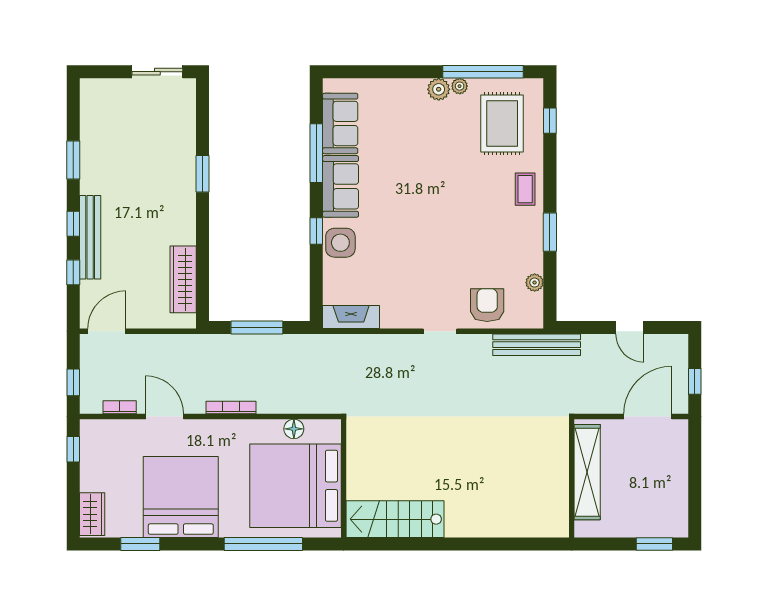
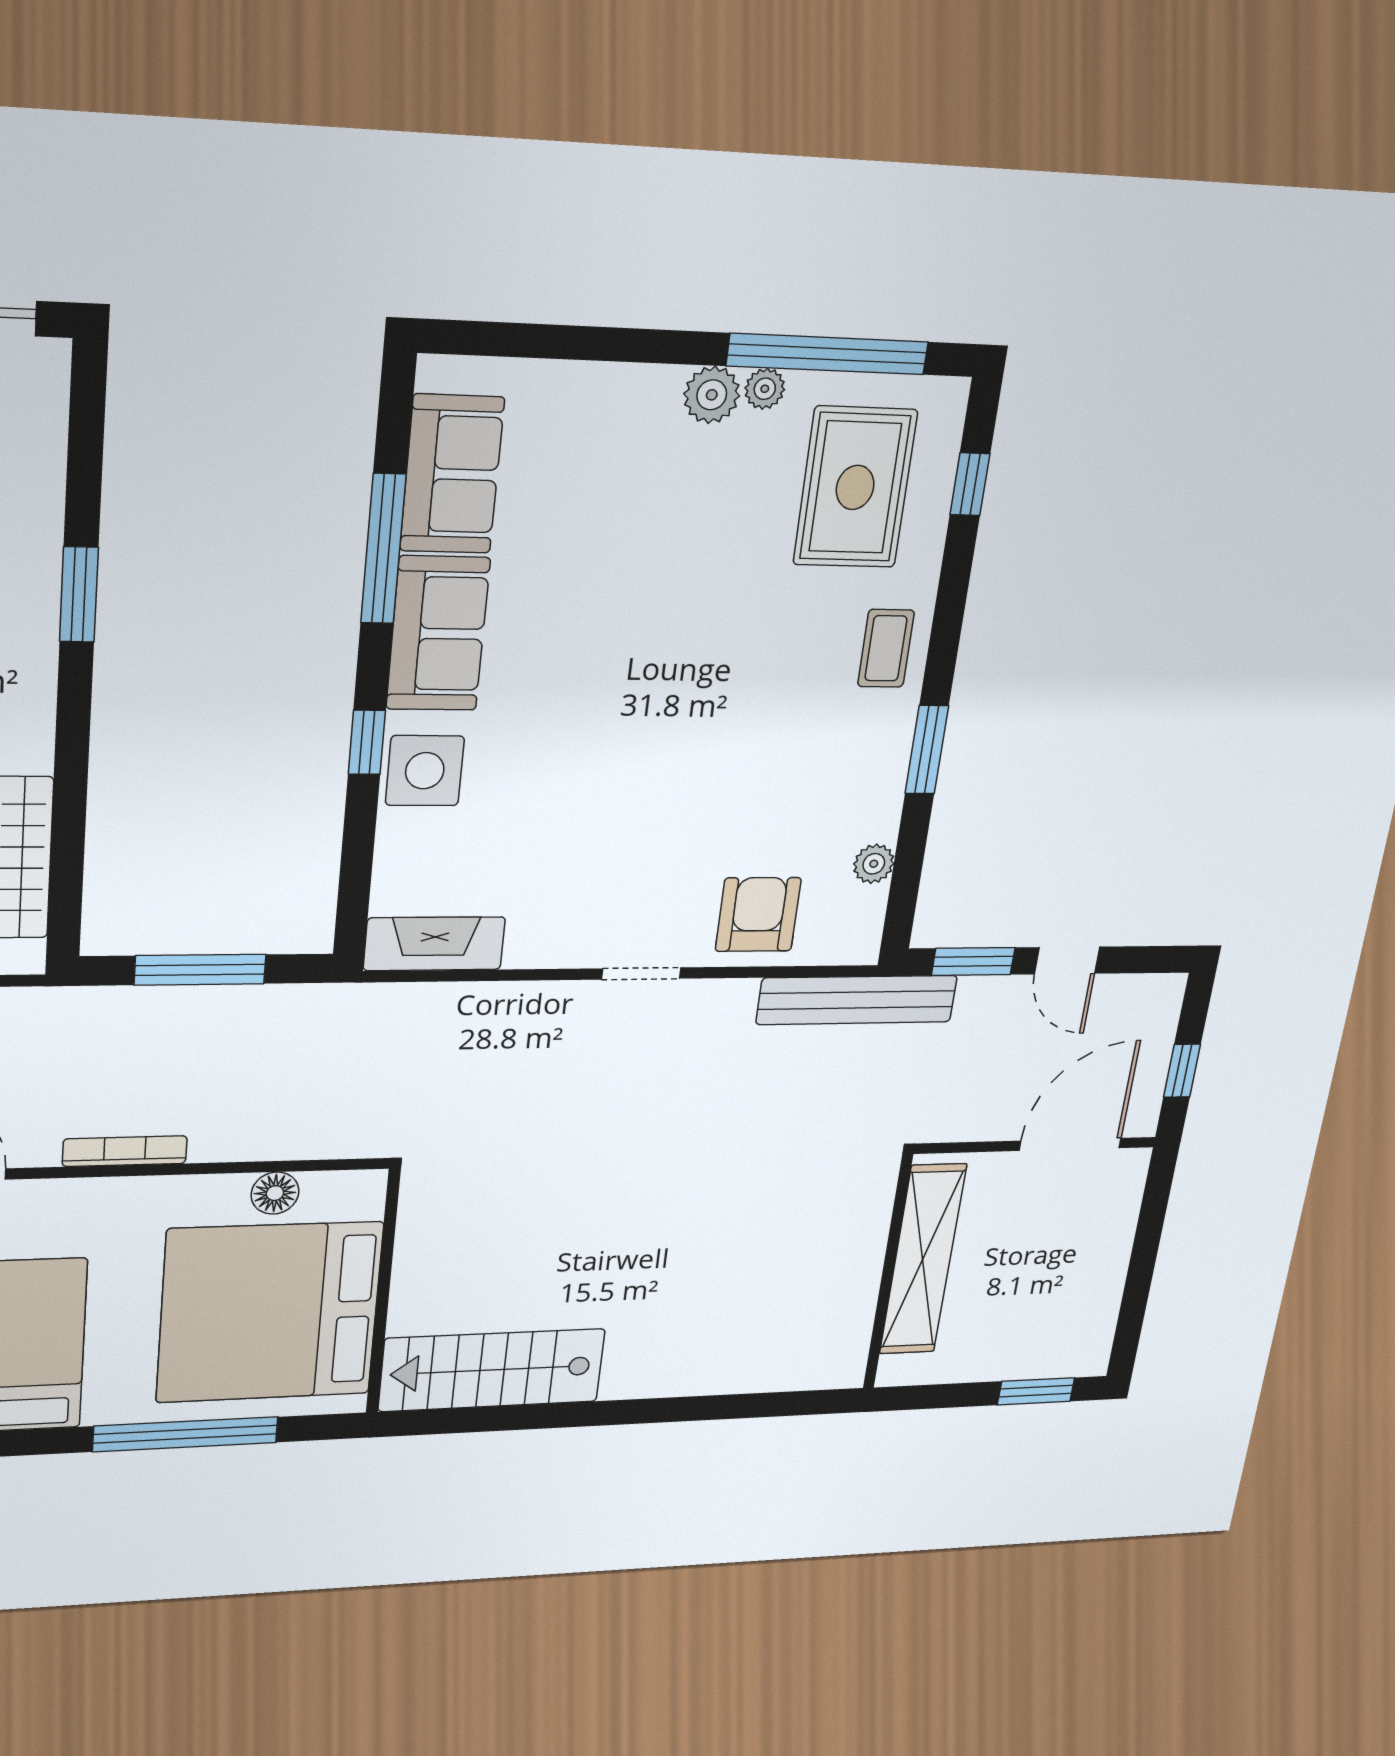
window: (587, 327) -> (973, 961), added

